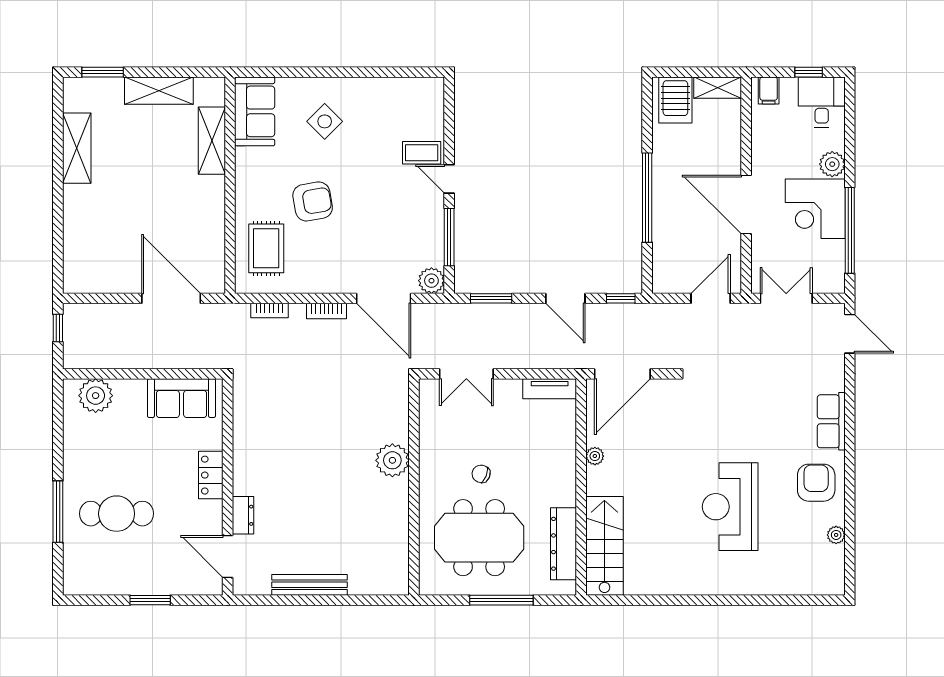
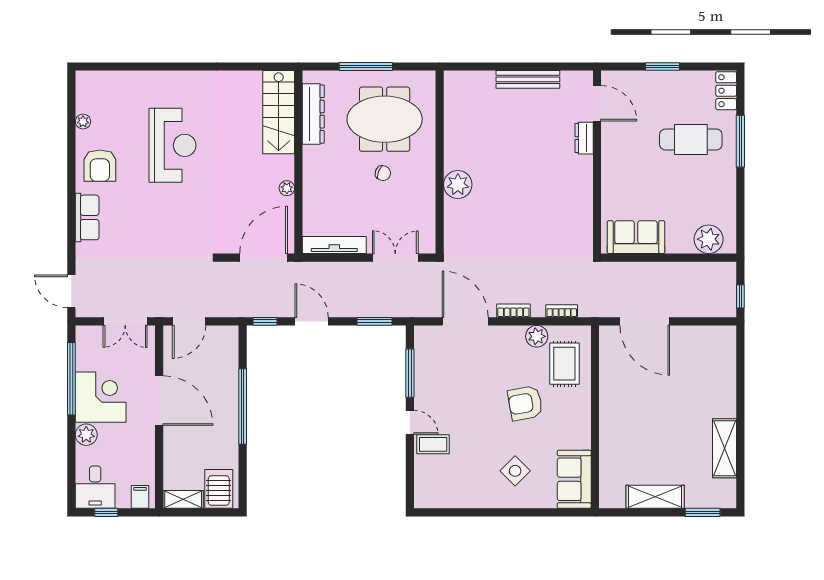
shelving: (212, 141) -> (610, 455), removed
plant: (431, 281) -> (537, 336), moved
tv unit: (550, 389) -> (334, 245), width x1.41
locker: (211, 475) -> (726, 91), moved, turned 180

